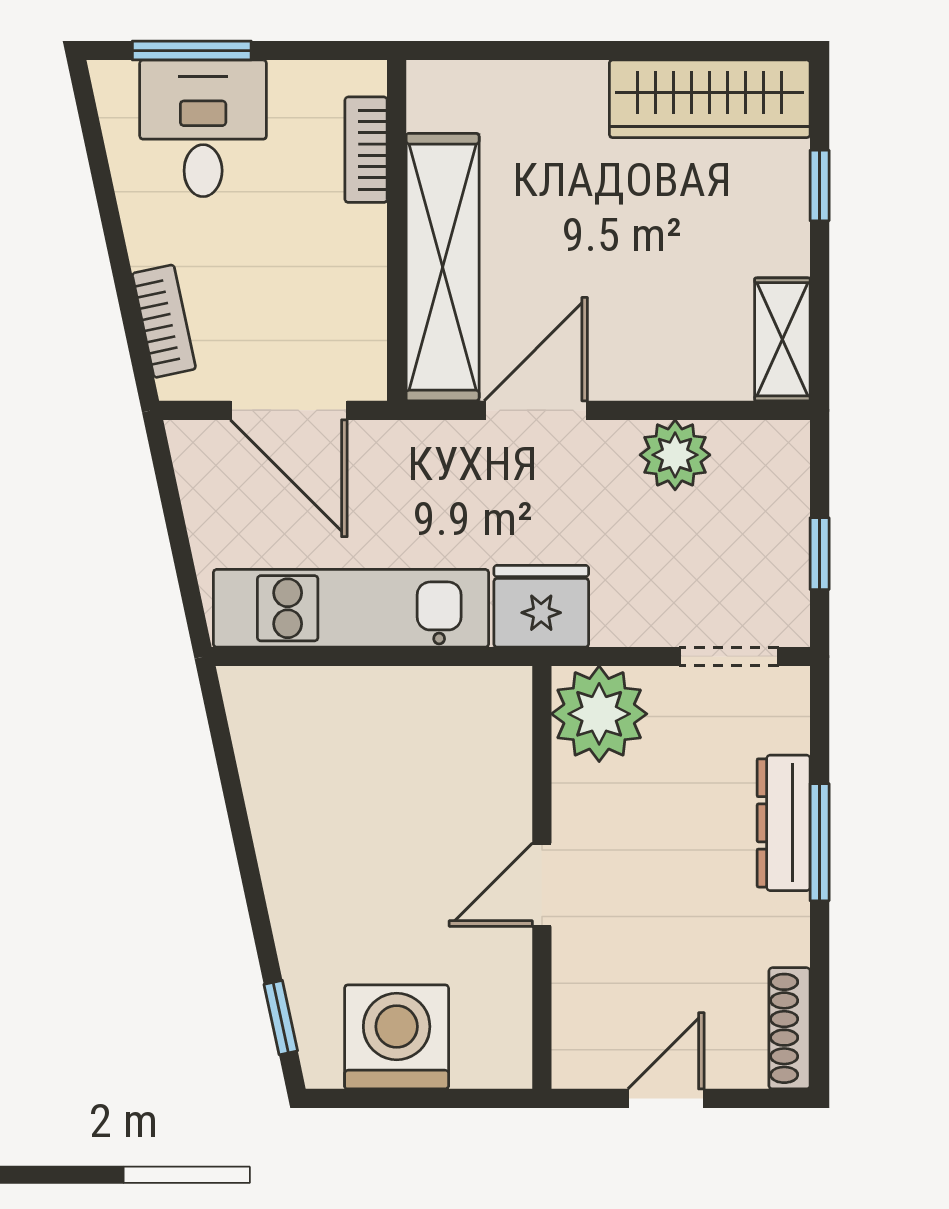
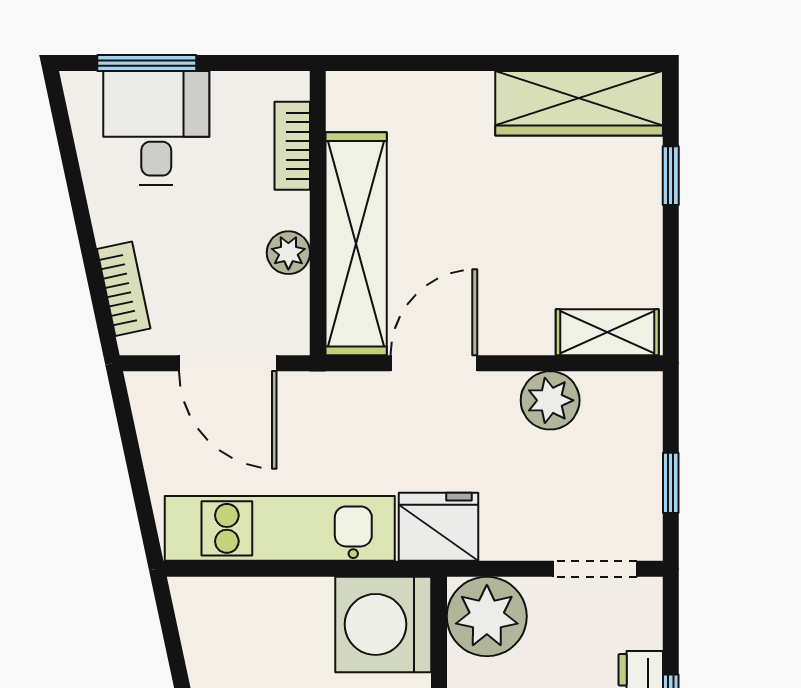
plant: (361, 278) -> (288, 253), added
shelving: (782, 339) -> (607, 332), moved, turned 90
washing machine: (475, 723) -> (383, 624), added

